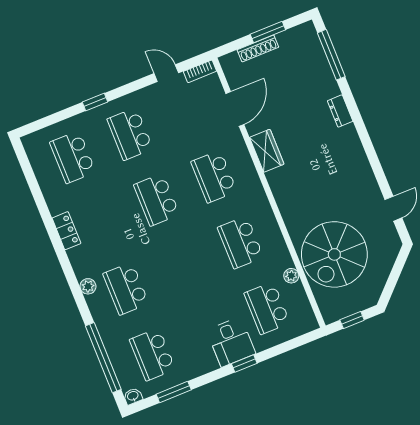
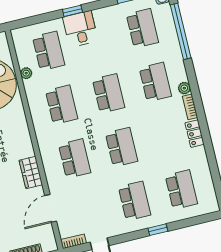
bookcase: (77, 264) -> (190, 107), added
school desk: (183, 266) -> (108, 93), added

